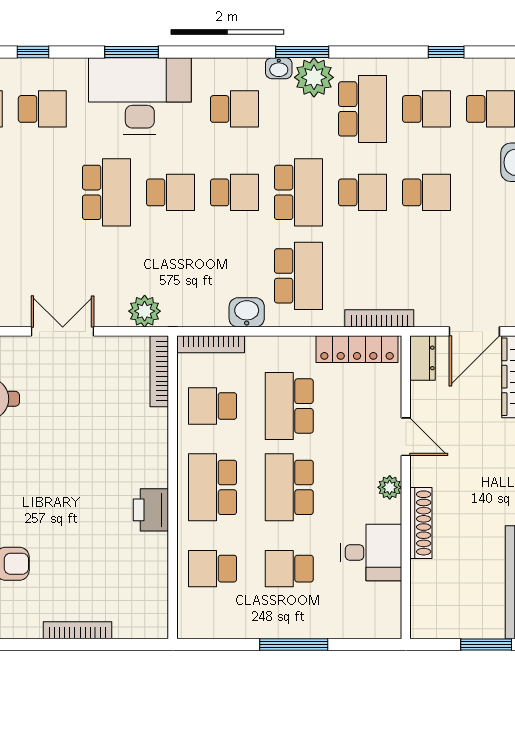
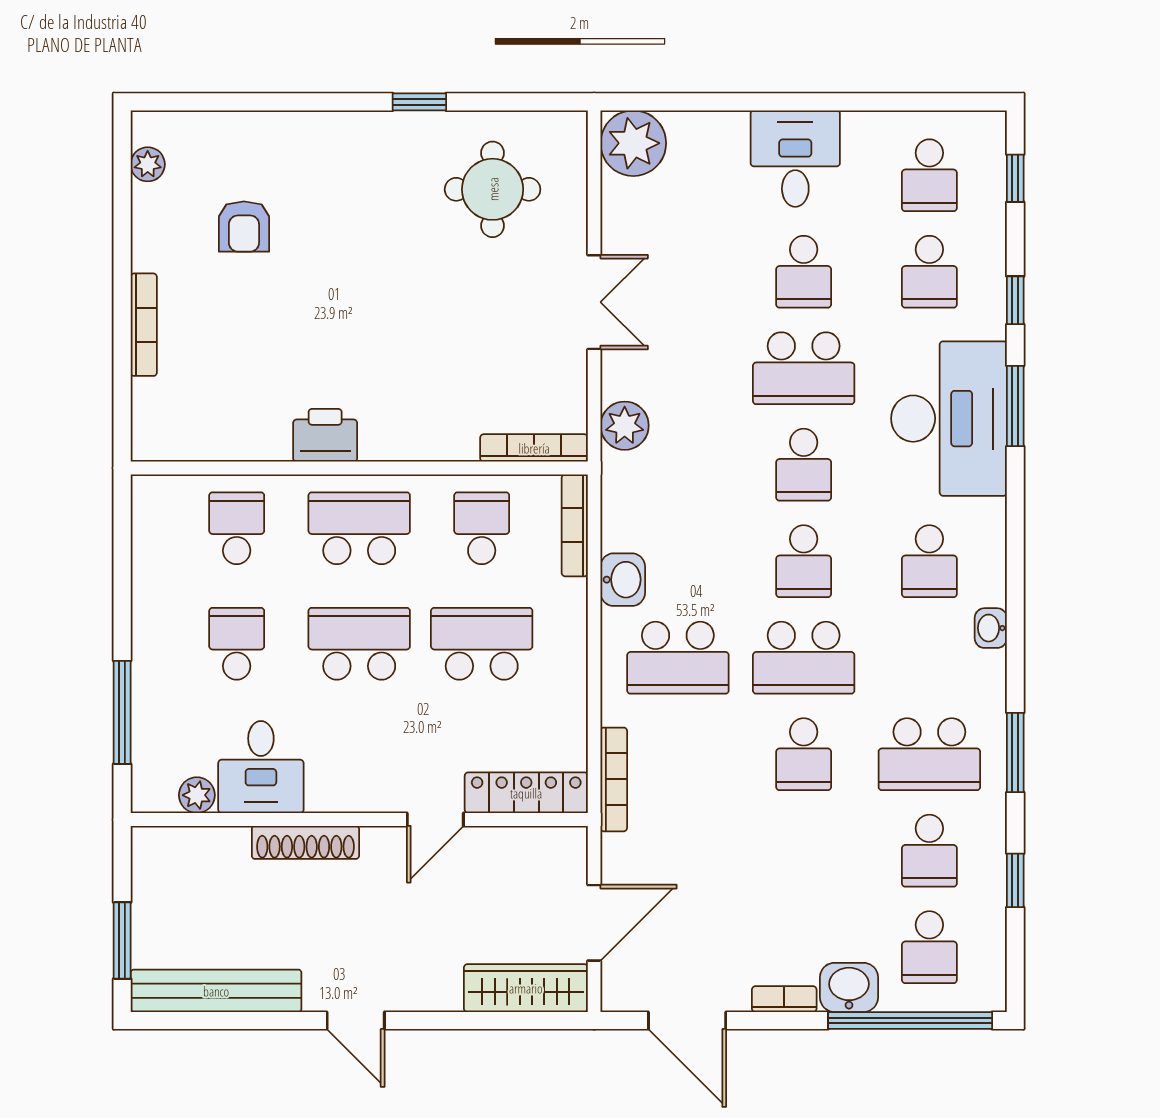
window: (33, 52) -> (1015, 300), moved
window: (302, 52) -> (1015, 753), moved
plant: (314, 77) -> (977, 681), removed
school desk: (427, 192) -> (804, 272), moved
door: (474, 331) -> (594, 923), swing flipped
locker: (357, 349) -> (526, 793), moved, turned 90
dresser: (423, 358) -> (554, 845), removed
plant: (390, 487) -> (197, 795), moved
window: (294, 645) -> (122, 712), moved

